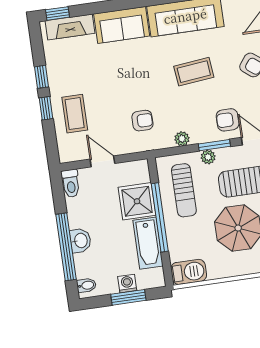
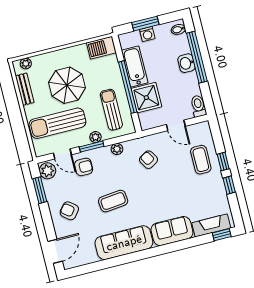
armchair: (142, 121) -> (149, 160), turned 59

